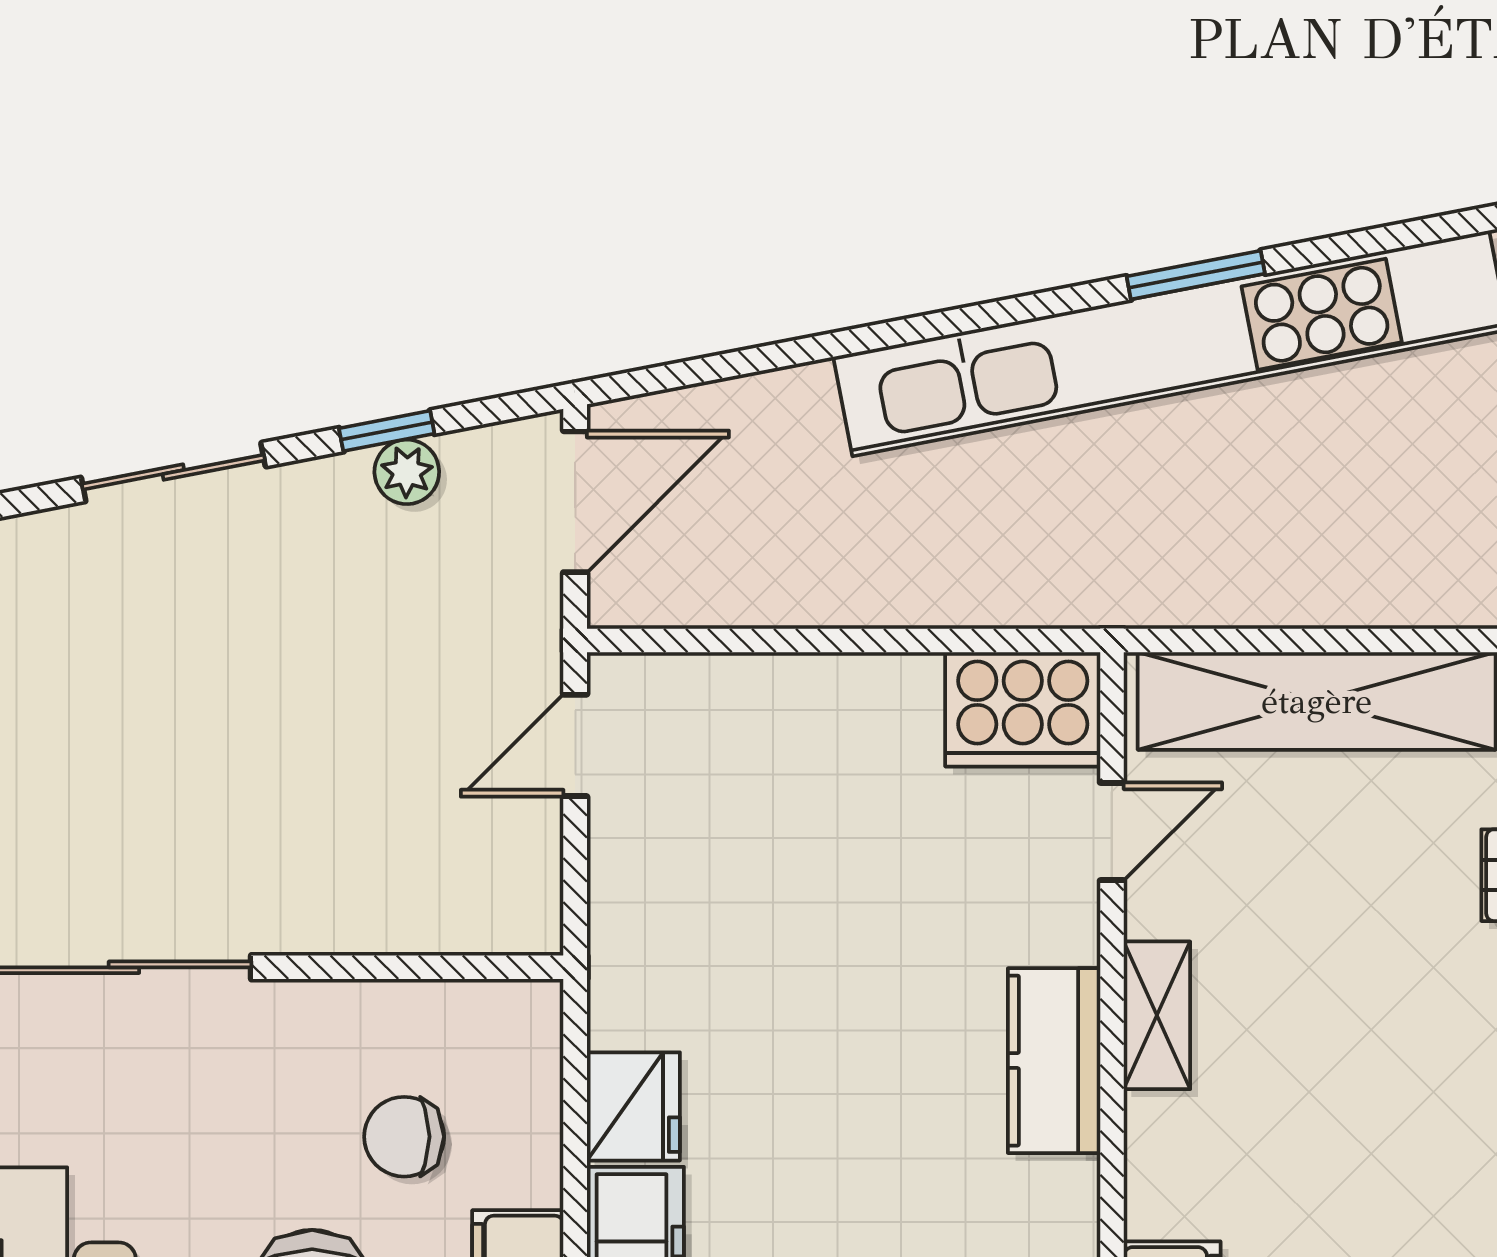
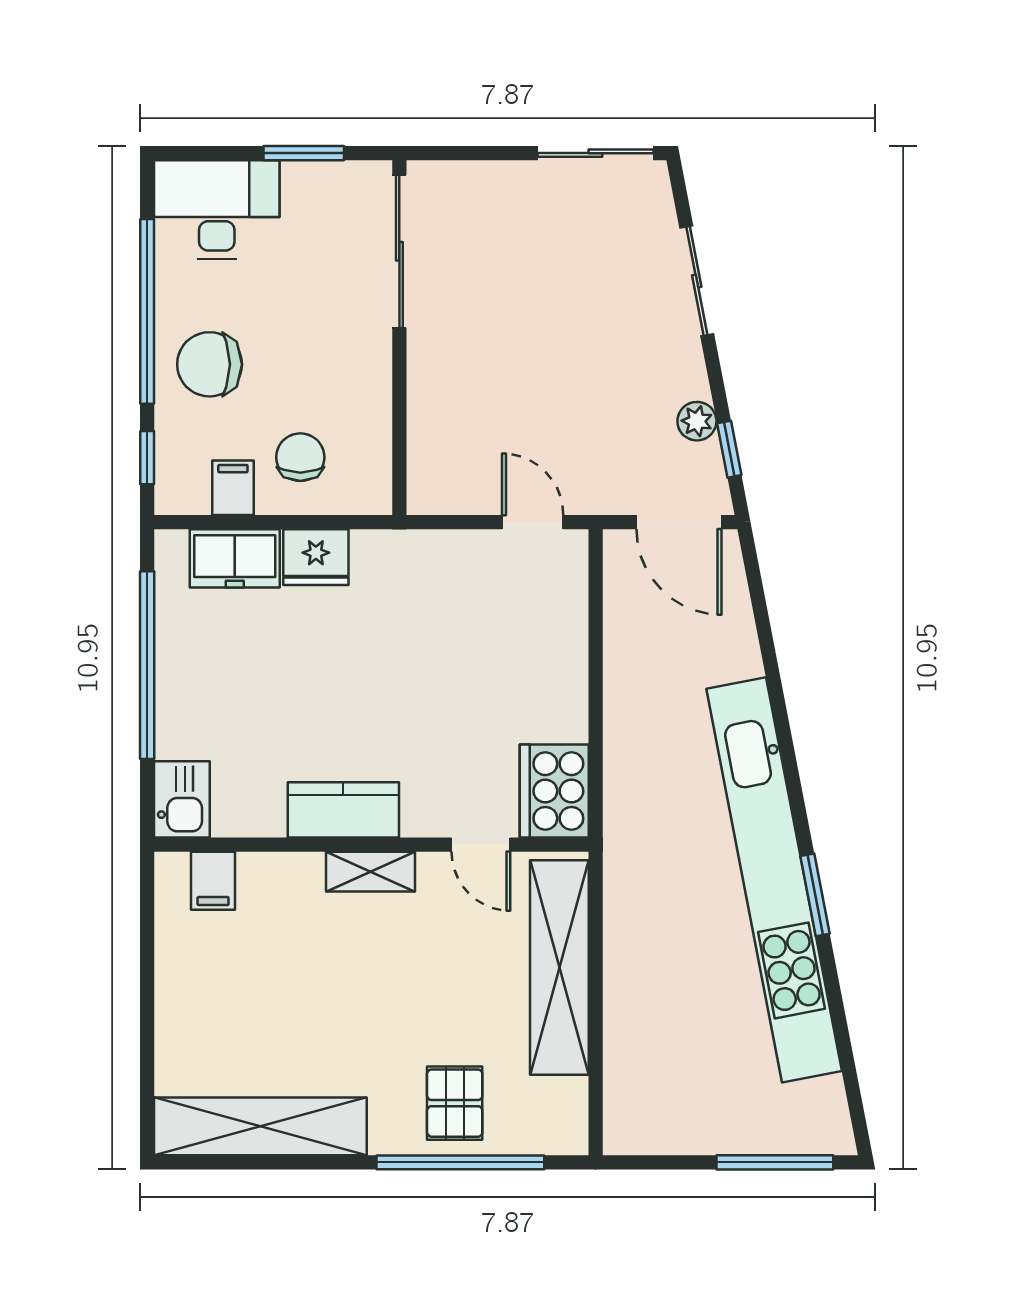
window: (387, 431) -> (729, 449), moved
chair: (404, 1137) -> (300, 457), moved

